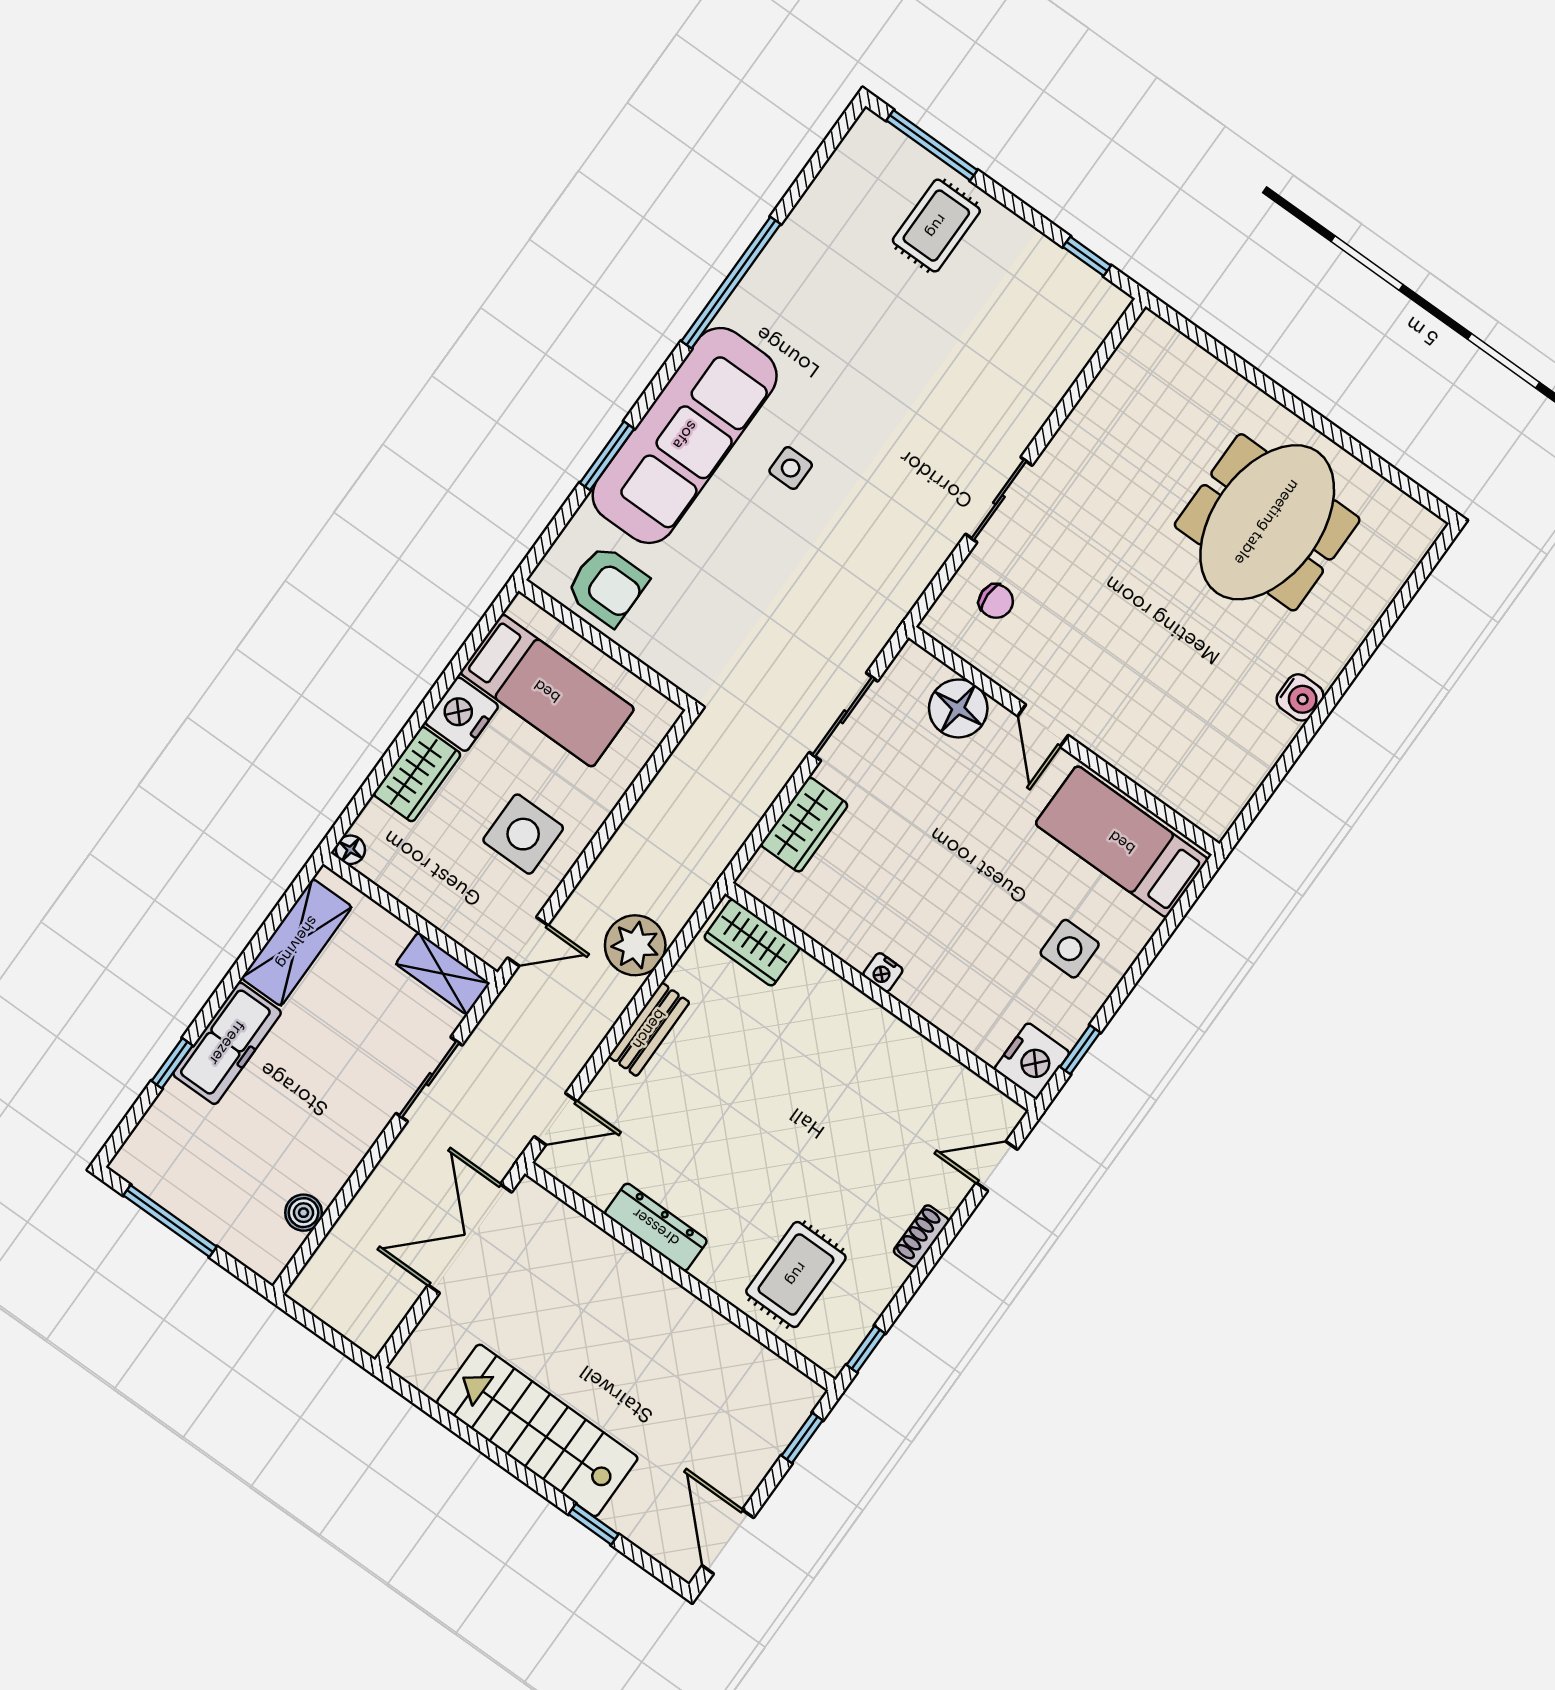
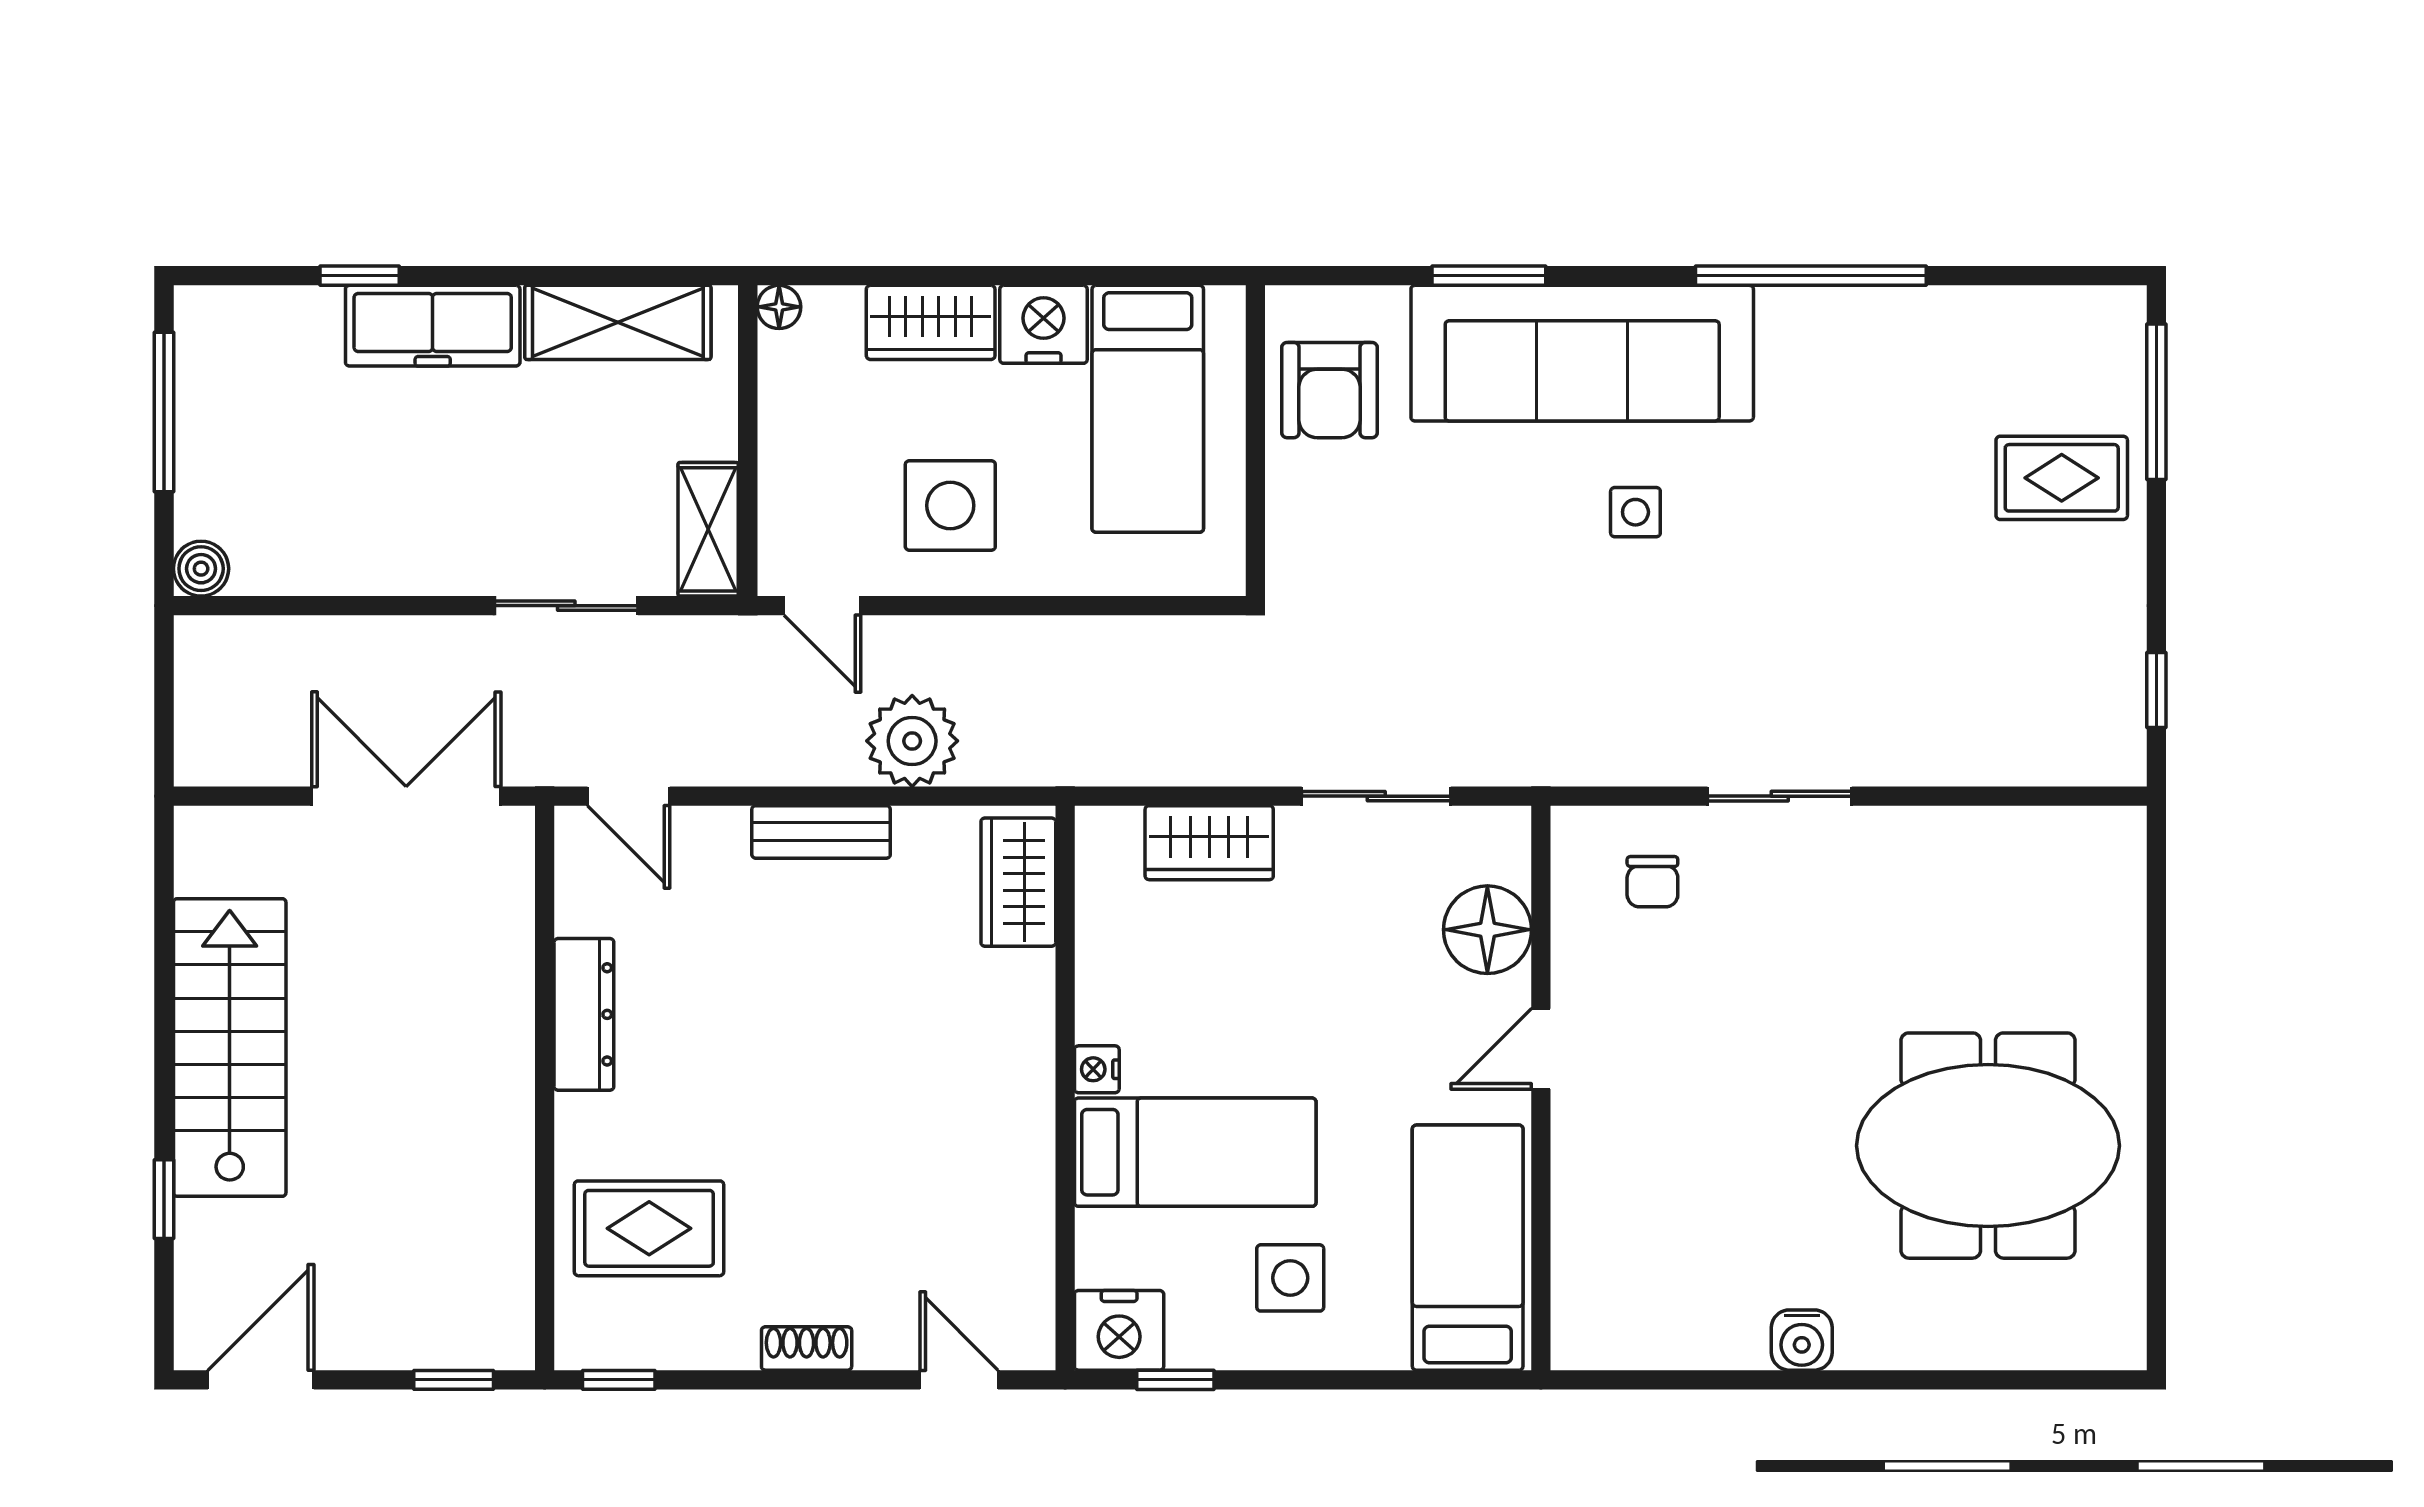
bed: (965, 951) -> (1195, 1152), added
boiler: (304, 1213) -> (201, 569), moved

